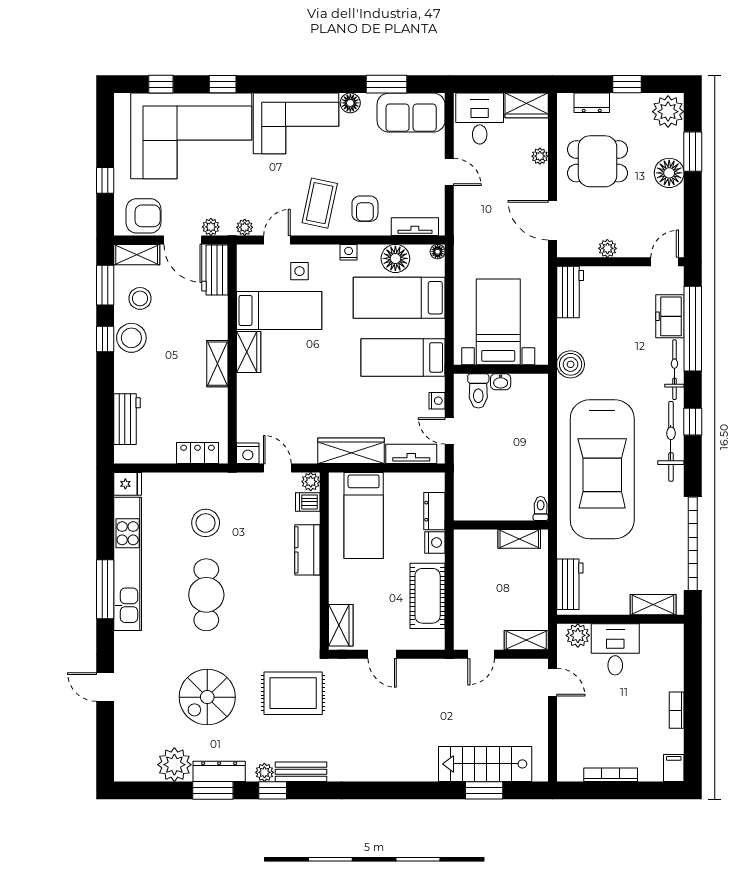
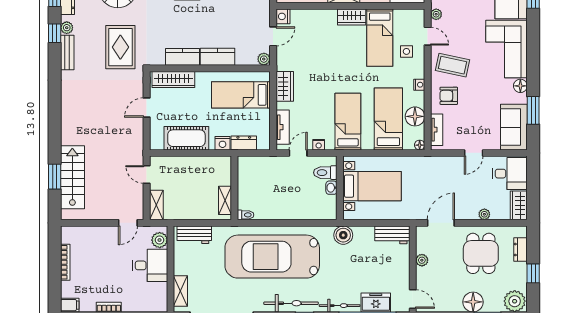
wardrobe: (351, 451) -> (285, 86), width x0.67
dishwasher: (308, 502) -> (250, 57), removed
kitchen counter: (308, 602) -> (182, 57), added
wardrobe: (341, 625) -> (173, 79), width x1.50

